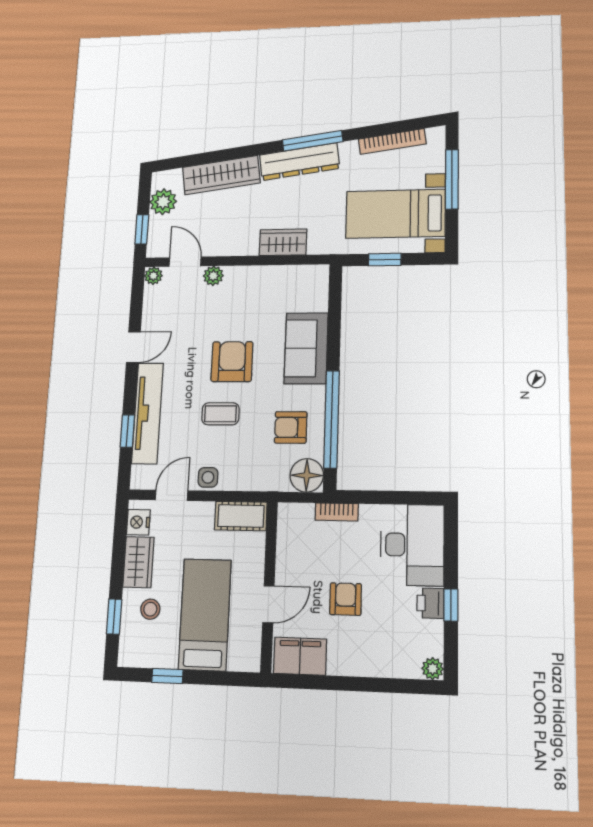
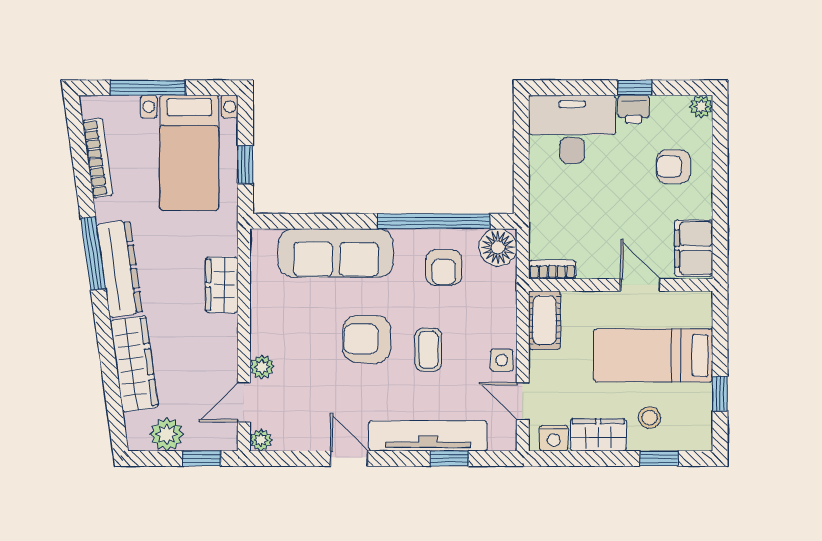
sofa: (306, 348) -> (336, 253), width x1.36
bookcase: (337, 512) -> (552, 270), moved, turned -90
armchair: (346, 599) -> (673, 167), moved

